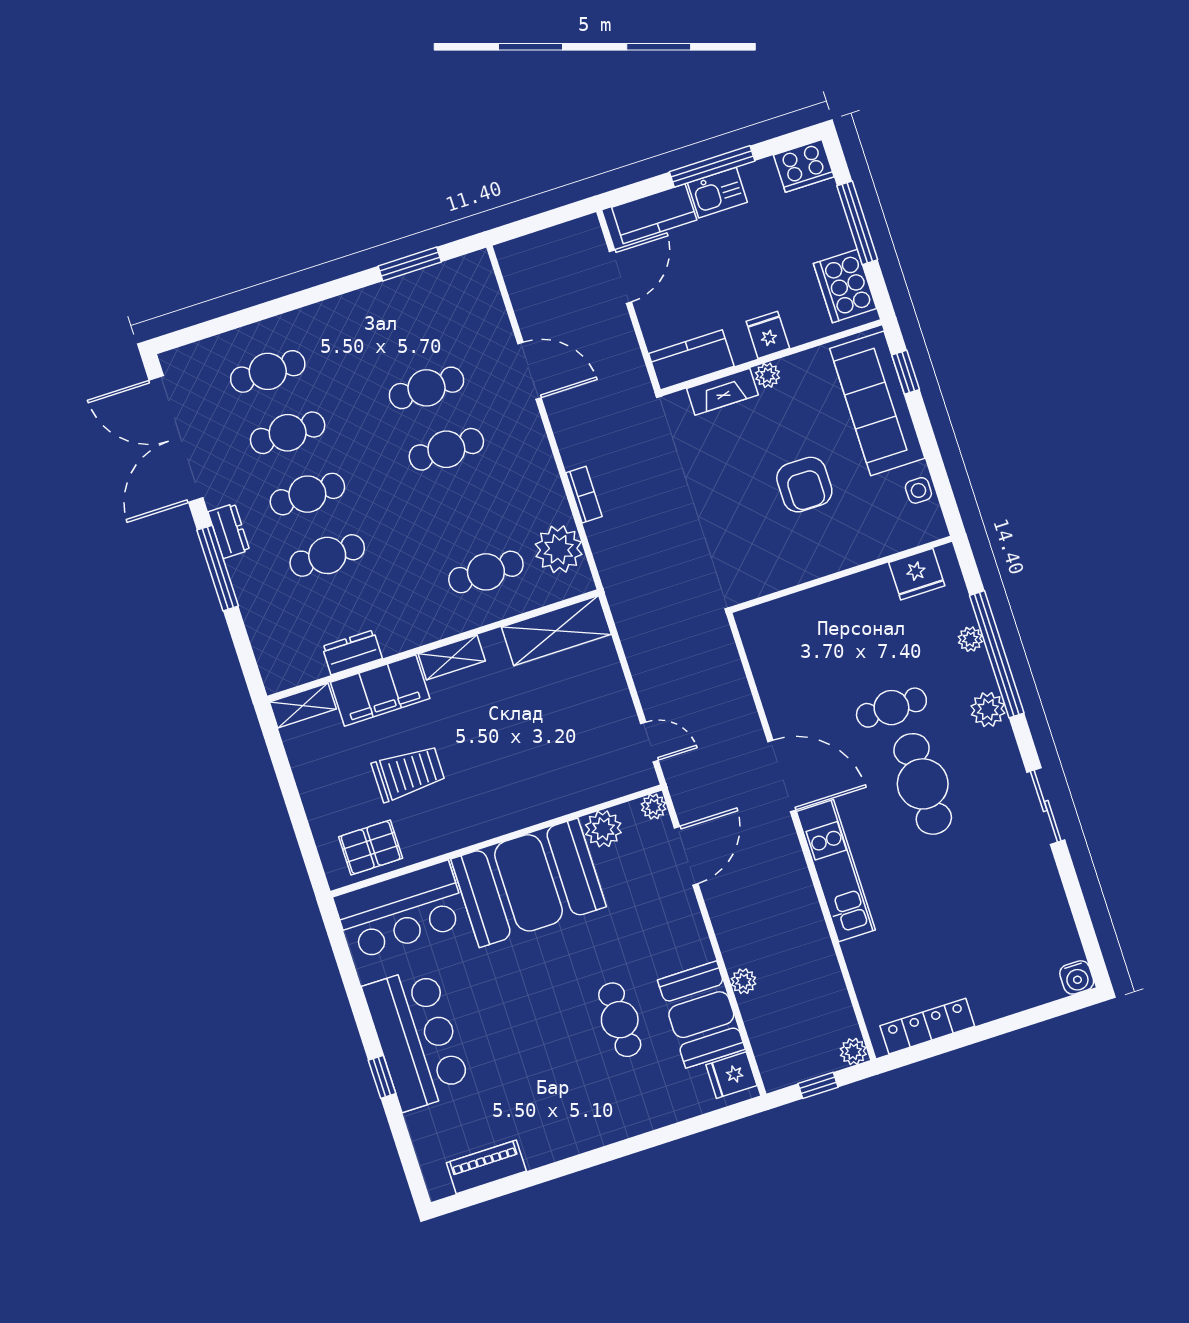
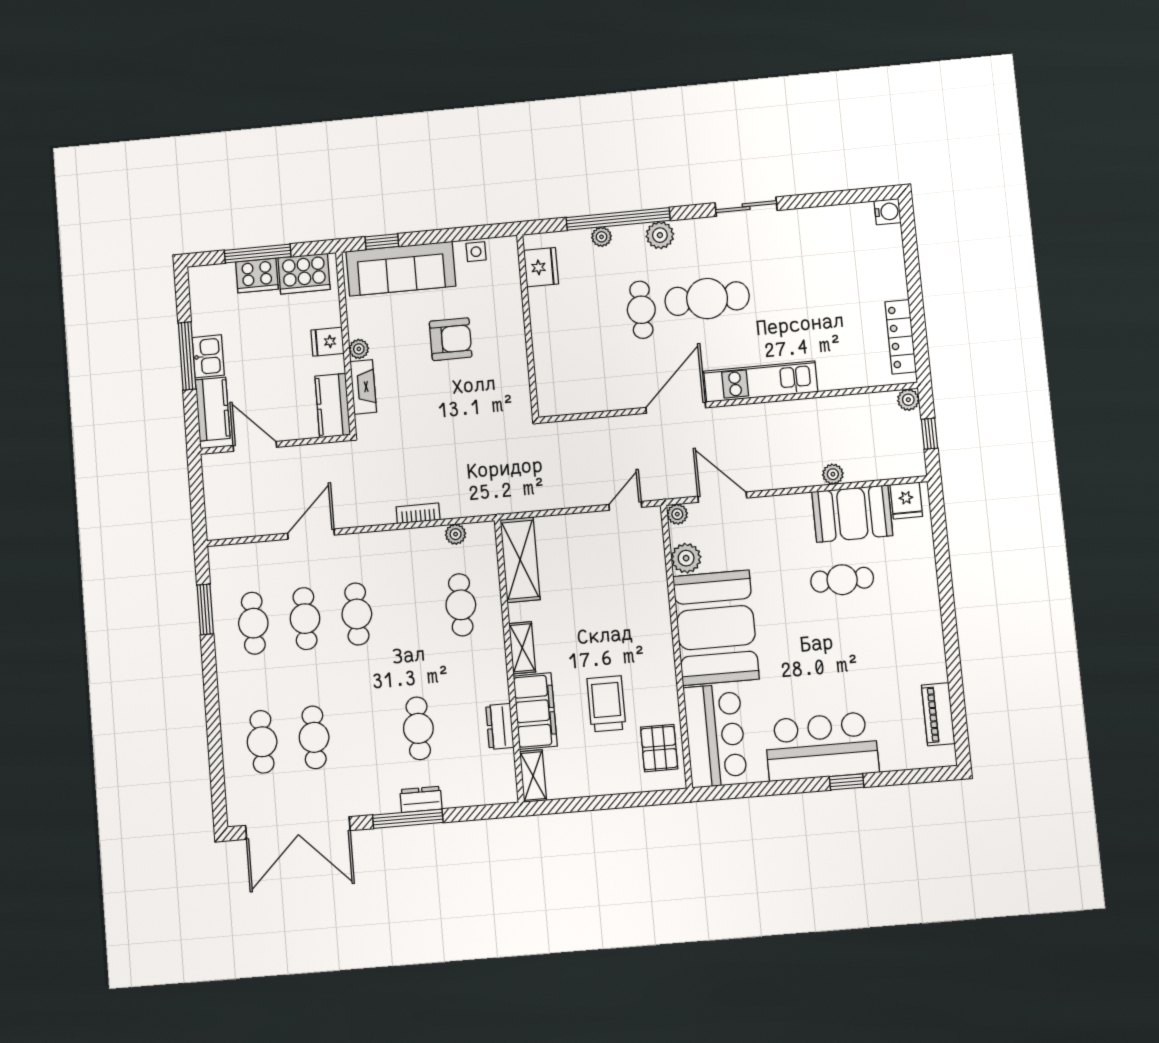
cooker: (804, 166) -> (257, 276), moved, turned 90
cafe table: (307, 494) -> (253, 623), moved
dresser: (229, 531) -> (421, 799), moved
plant: (559, 549) -> (456, 534), width x0.53, depth x0.53

